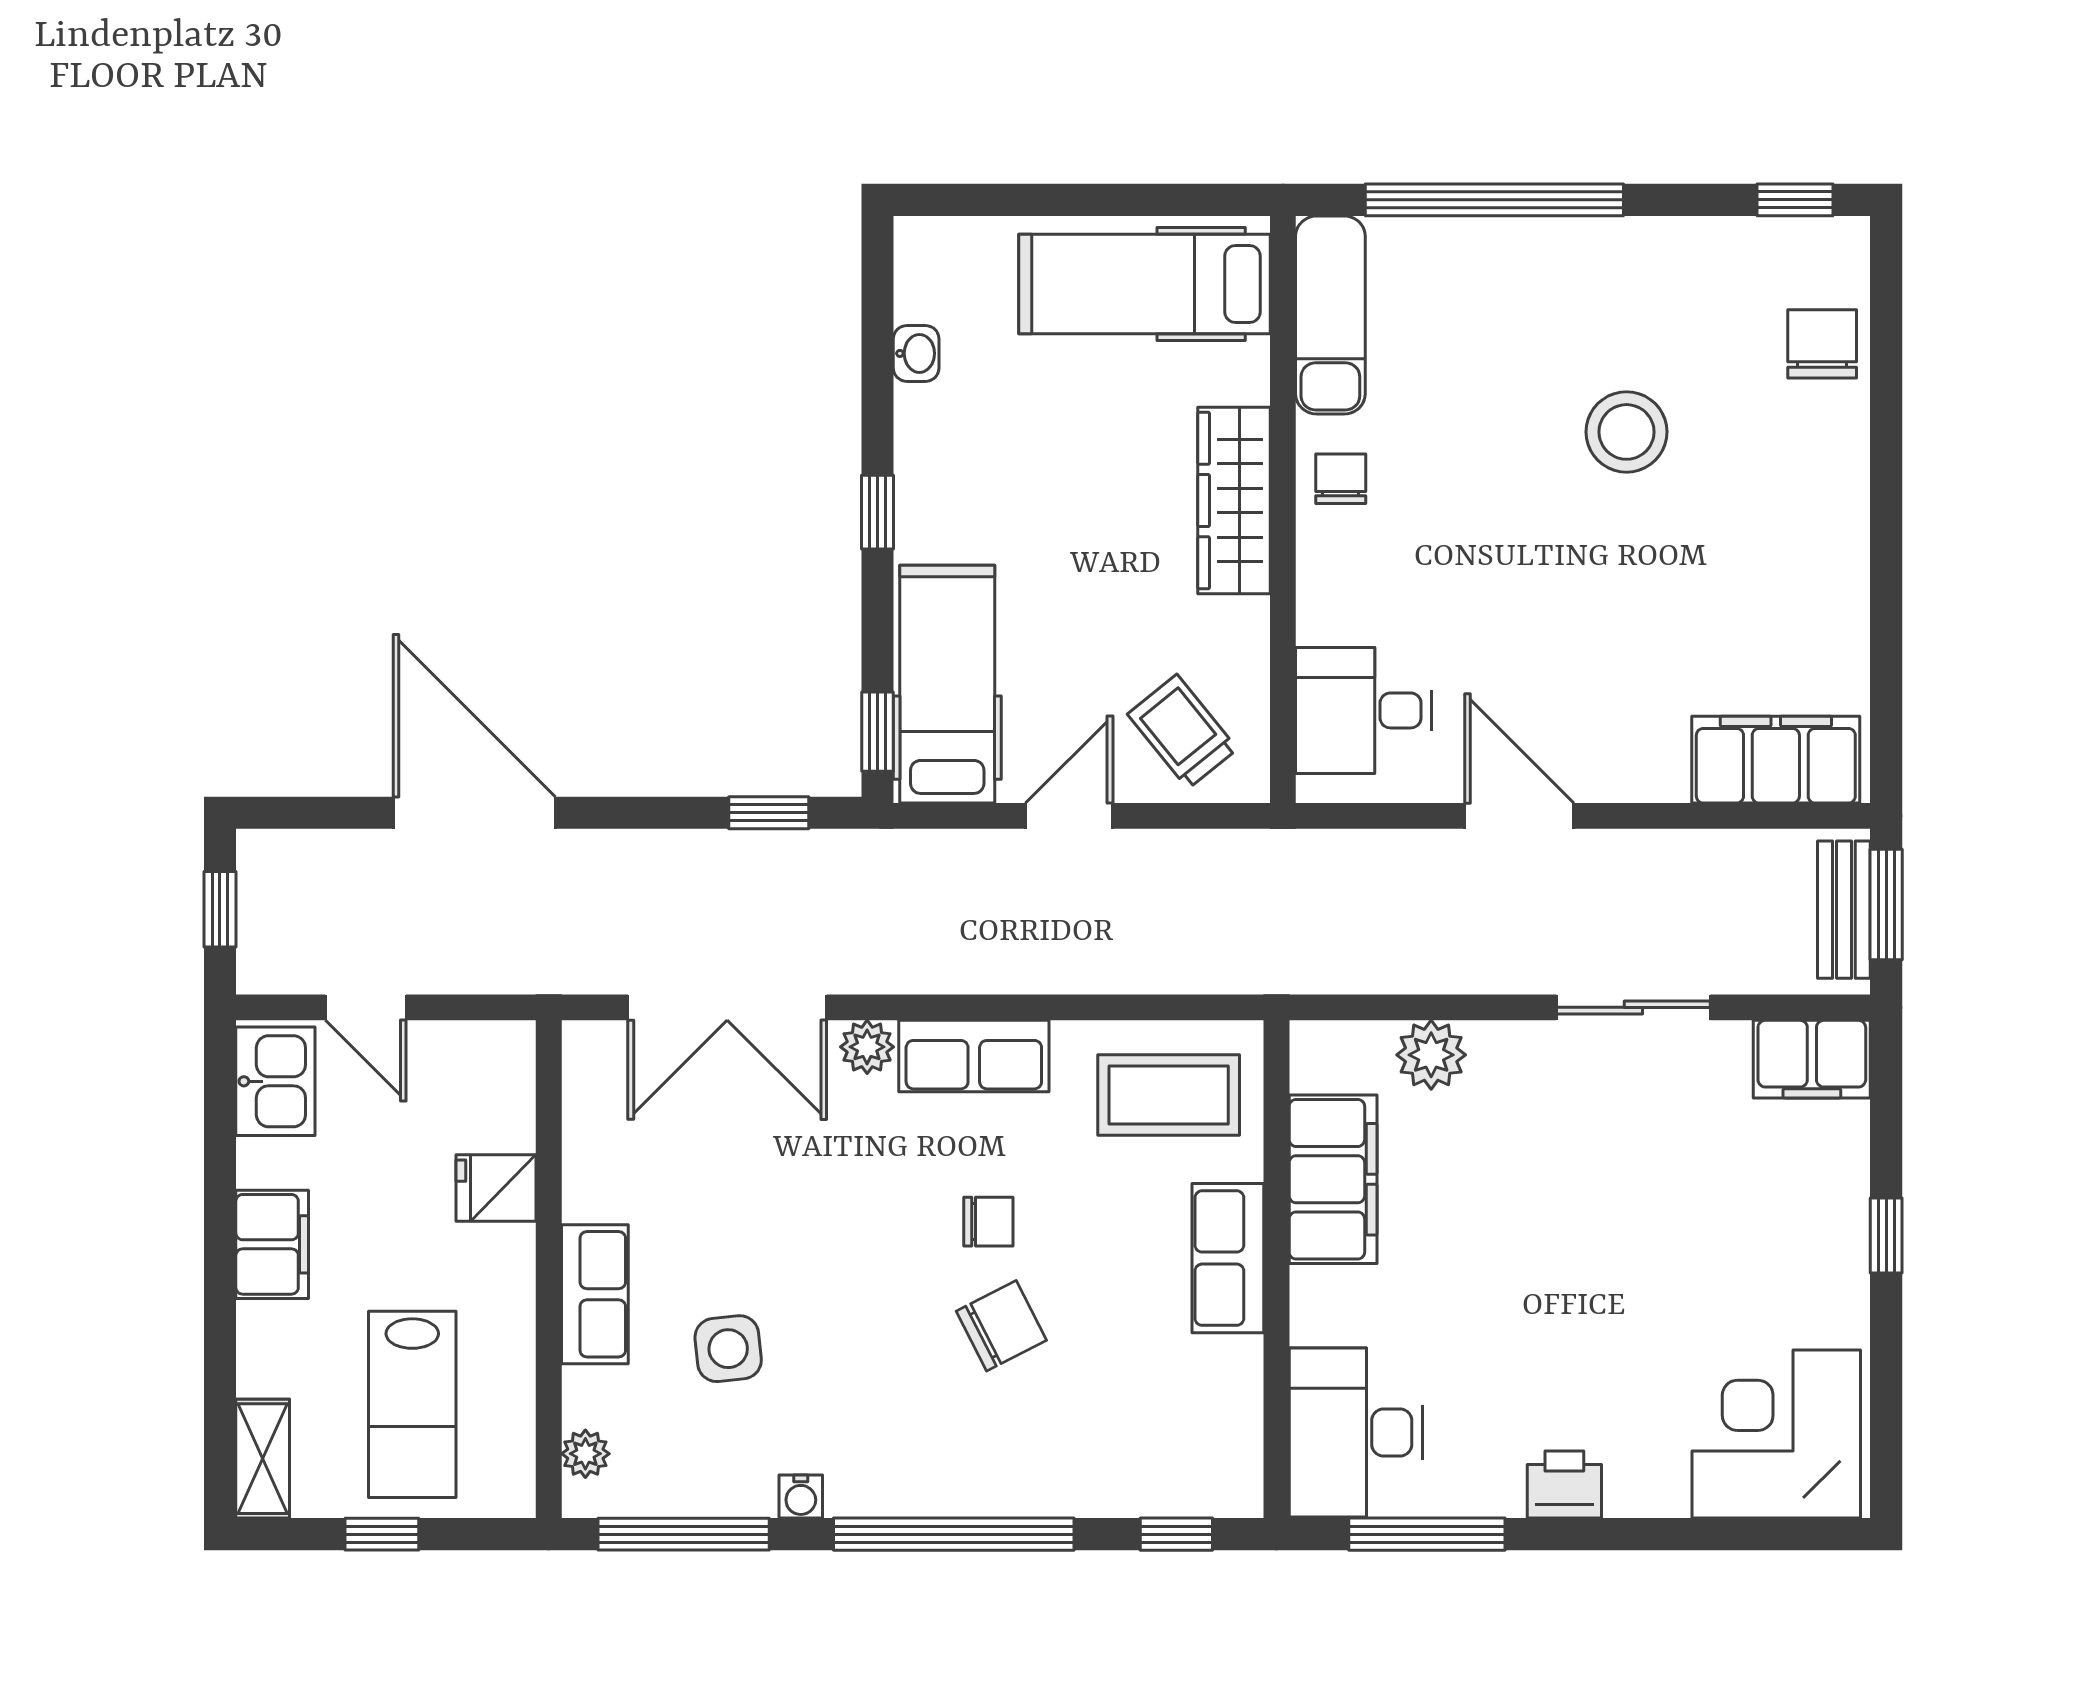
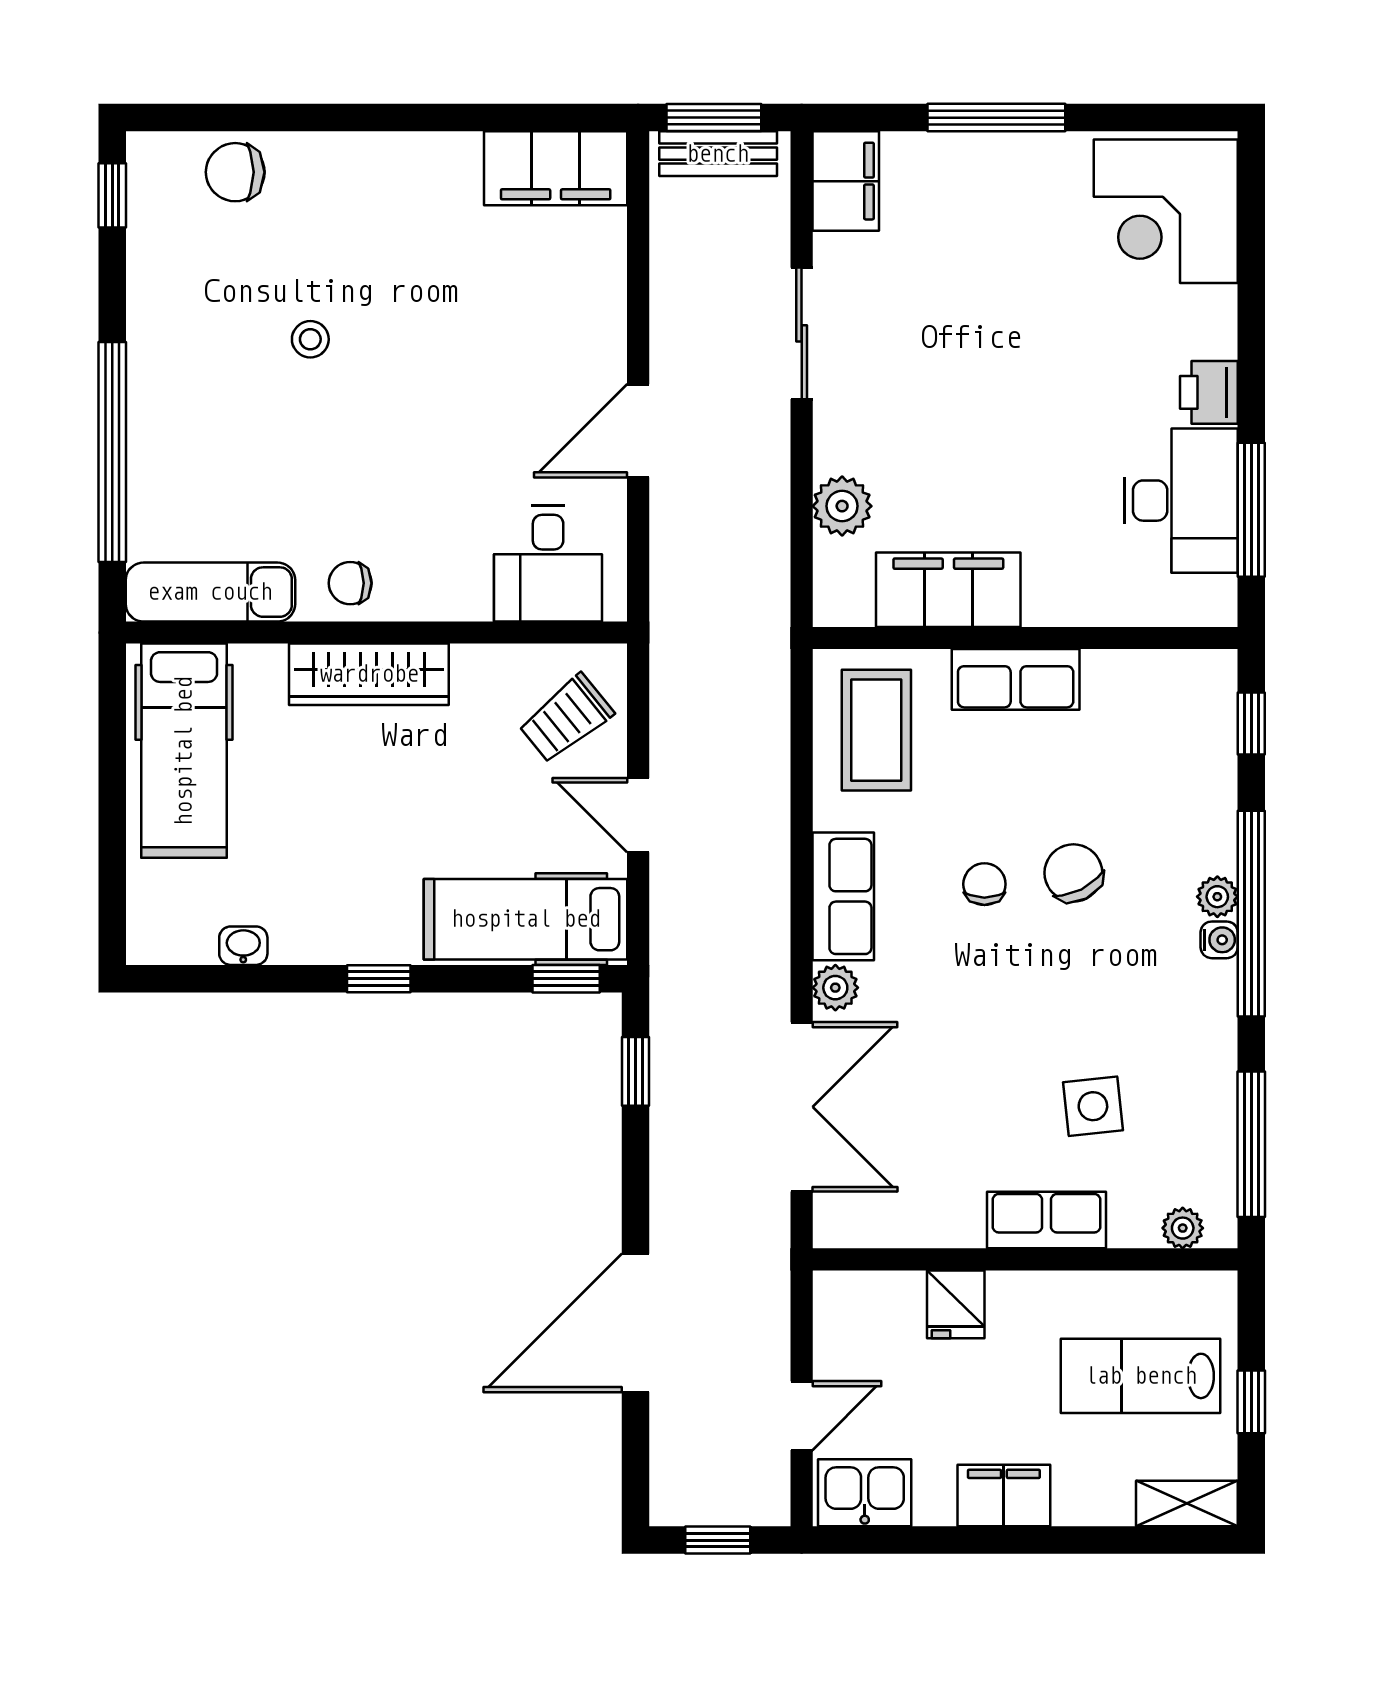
stool: (1626, 432) -> (310, 339), width x0.53, depth x0.53
filing cabinet: (1776, 760) -> (556, 168), moved, turned -90
window: (1886, 1236) -> (996, 118), width x2.17
lab bench: (412, 1404) -> (1141, 1376), turned 180
desk: (1356, 1433) -> (1181, 501), moved, turned -90
plant: (974, 1494) -> (1217, 897), added
water cooler: (801, 1497) -> (1219, 940), moved

